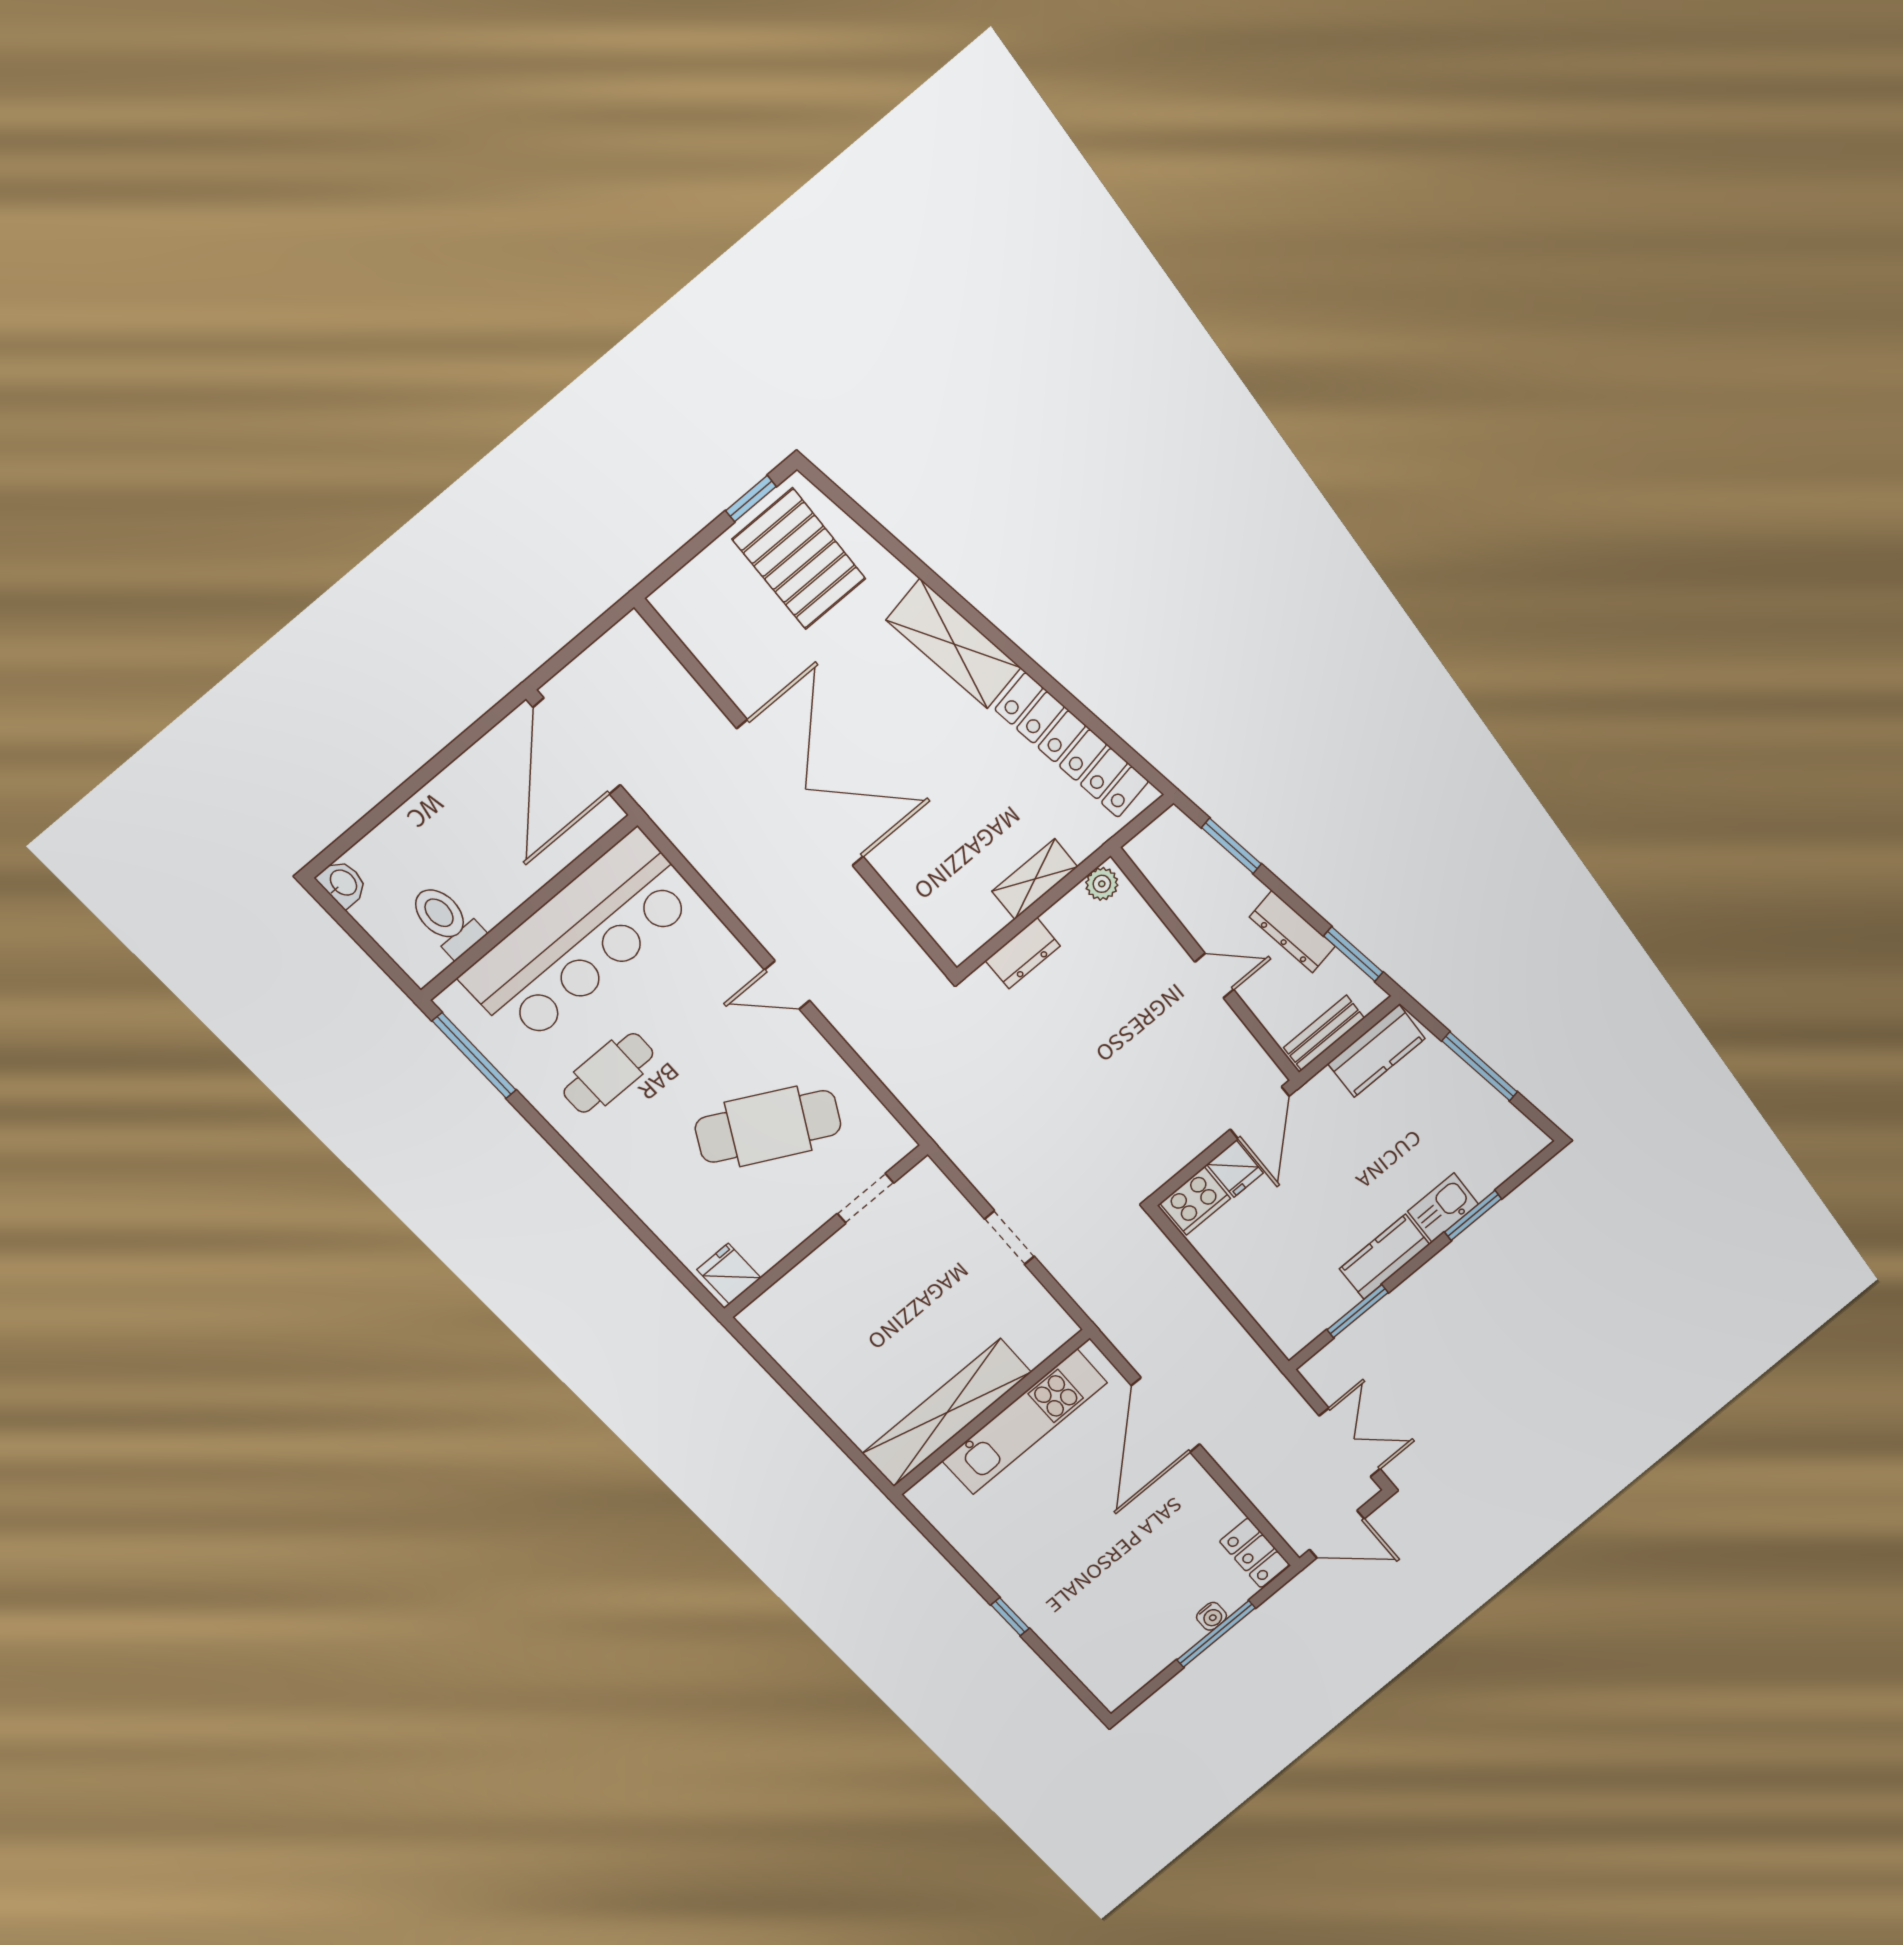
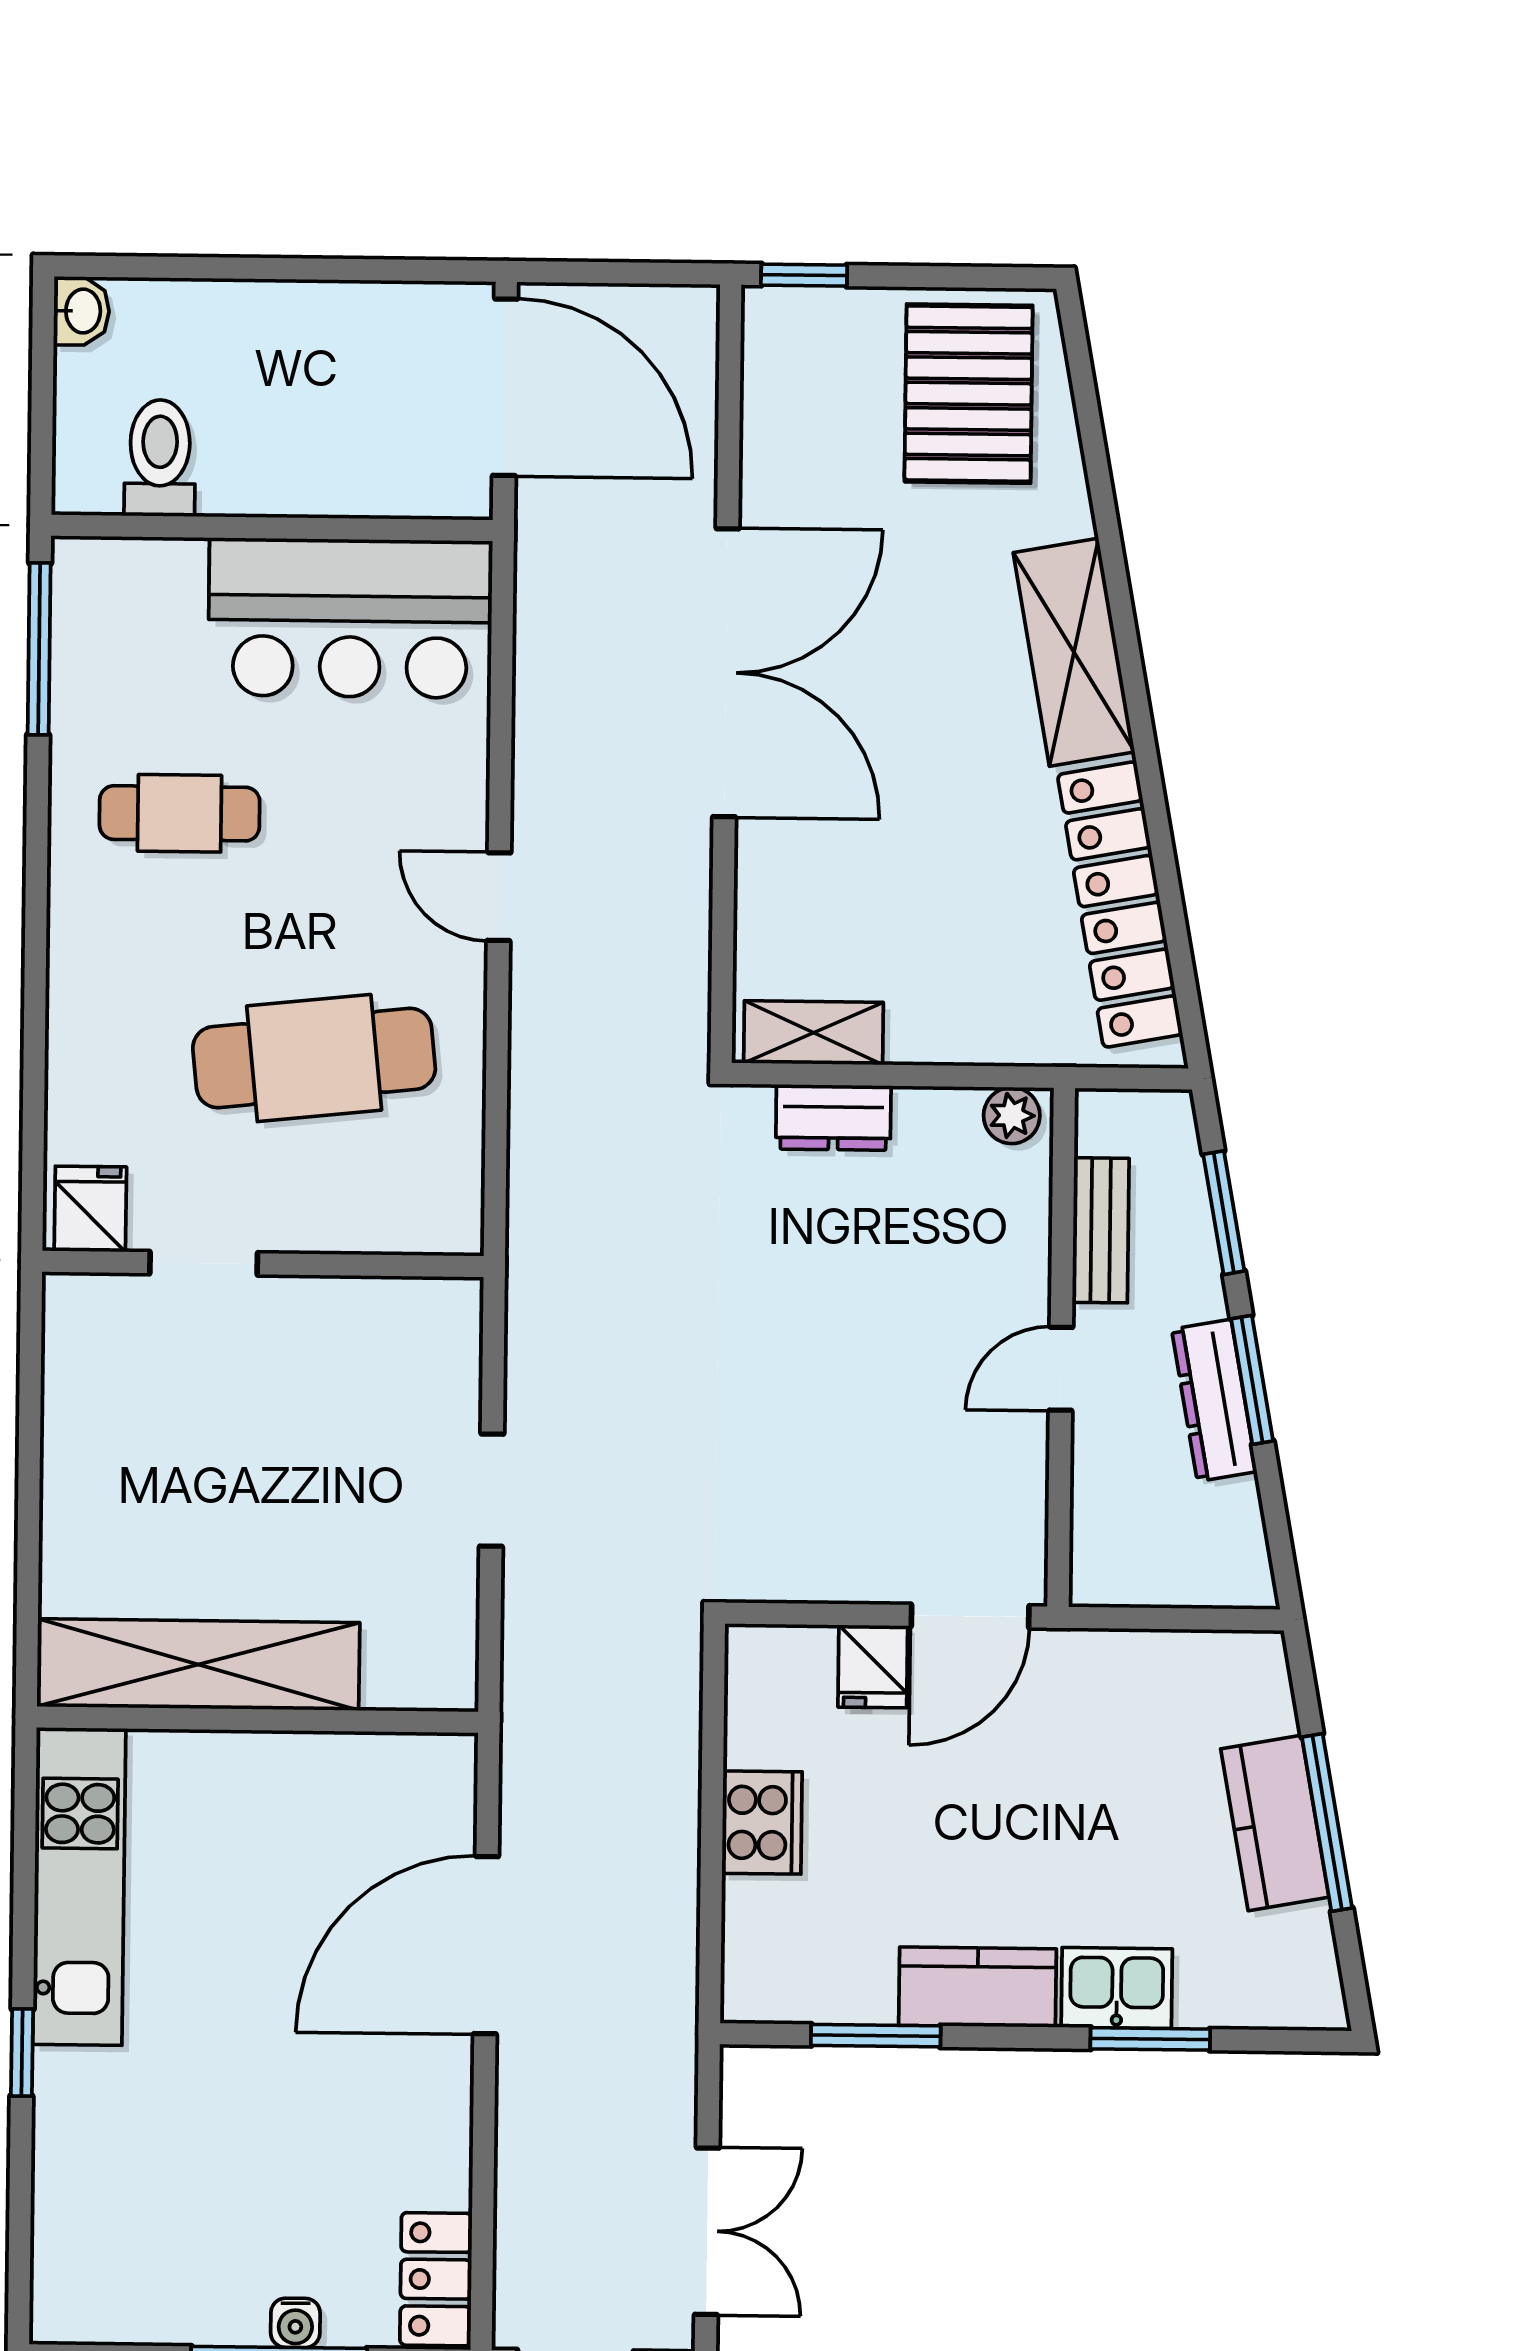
window: (751, 499) -> (804, 275), moved
door: (577, 746) -> (505, 387), swing flipped
shelving: (1035, 879) -> (814, 1033), moved
bar counter: (580, 938) -> (350, 618), width x0.73
window: (1353, 954) -> (1252, 1380), moved
door: (1214, 976) -> (1061, 1369), swing flipped
bench: (1324, 1033) -> (1101, 1230), moved, turned 90
kitchen counter: (1377, 1051) -> (1275, 1823), moved, turned 80
cafe table: (768, 1126) -> (314, 1058), turned -34
doorway: (866, 1198) -> (204, 1263), moved
cooker: (1195, 1201) -> (762, 1823), moved, turned -90
kitchen unit: (1025, 1422) -> (79, 1886), moved, turned -90

